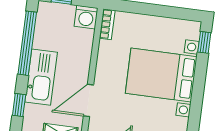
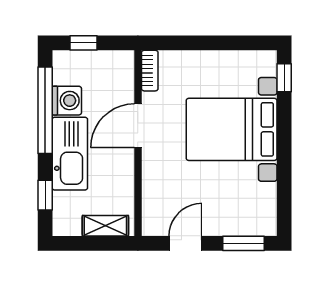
washing machine: (86, 17) -> (67, 101), moved, turned -90
door: (89, 100) -> (138, 126), moved

